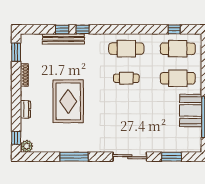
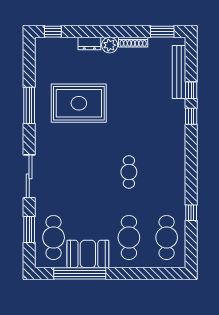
window: (174, 29) -> (191, 213), moved
bench: (63, 39) -> (179, 72), moved
cafe table: (126, 49) -> (54, 238), moved
rug: (68, 101) -> (79, 103), moved
plant: (27, 146) -> (110, 45), moved

